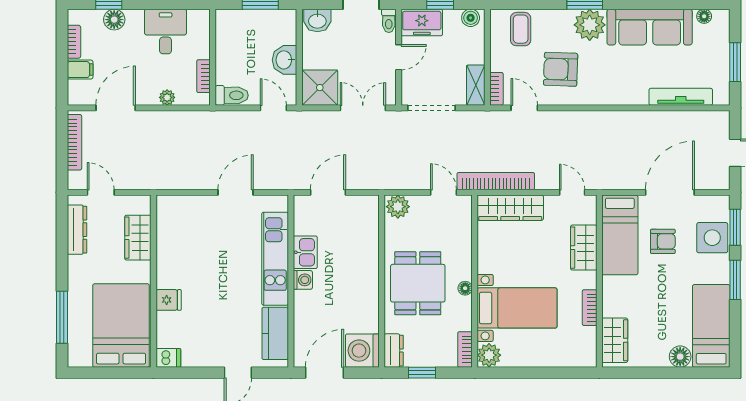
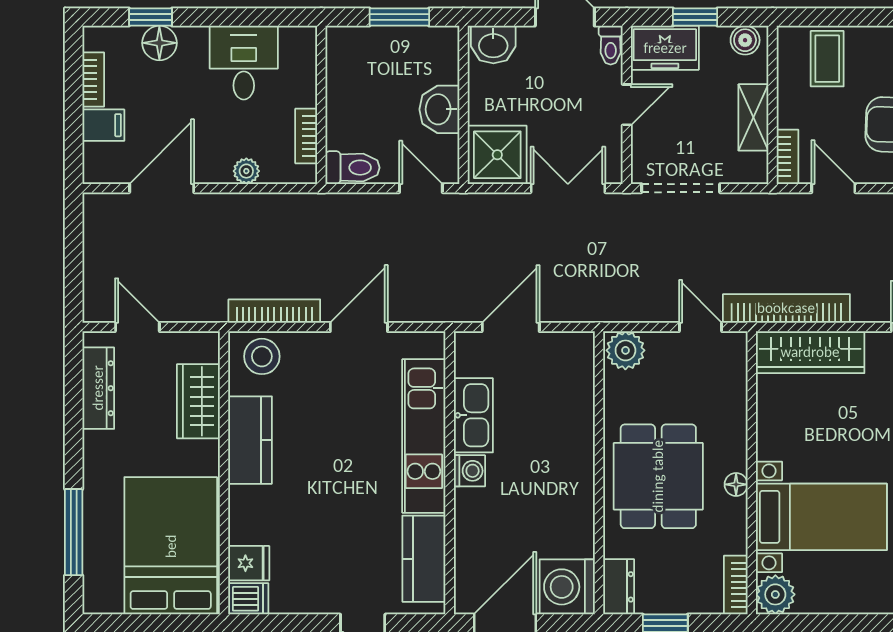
shelving: (476, 85) -> (753, 117), moved
bookcase: (74, 142) -> (274, 311), moved, turned -90
stool: (177, 210) -> (262, 356), added
kitchen sink: (305, 252) -> (473, 415), width x1.38
kitchen counter: (169, 261) -> (250, 440), added
fridge: (169, 300) -> (249, 563), moved

